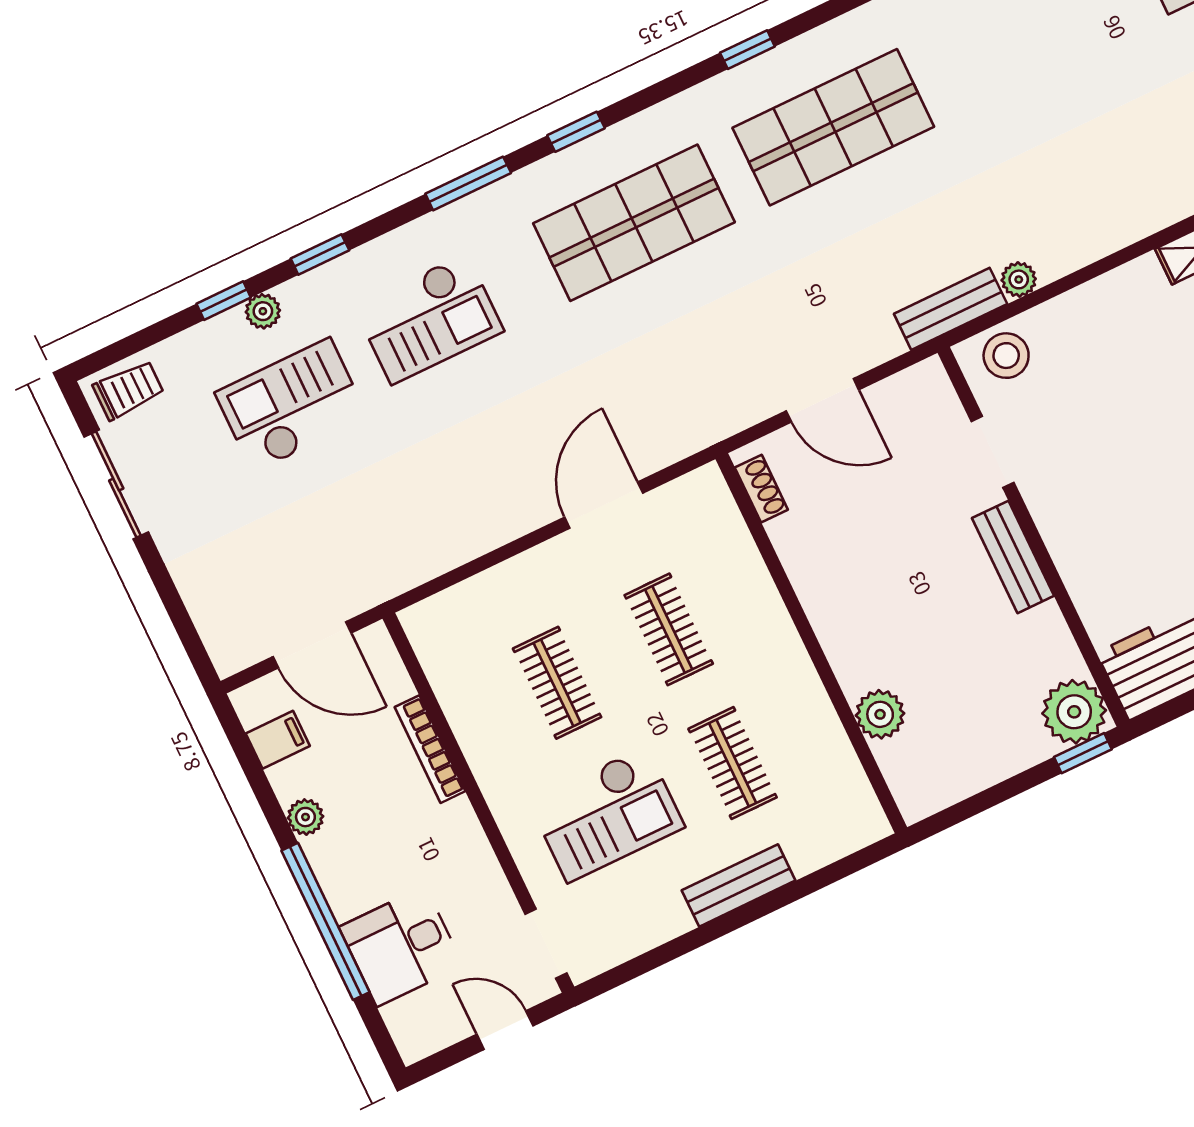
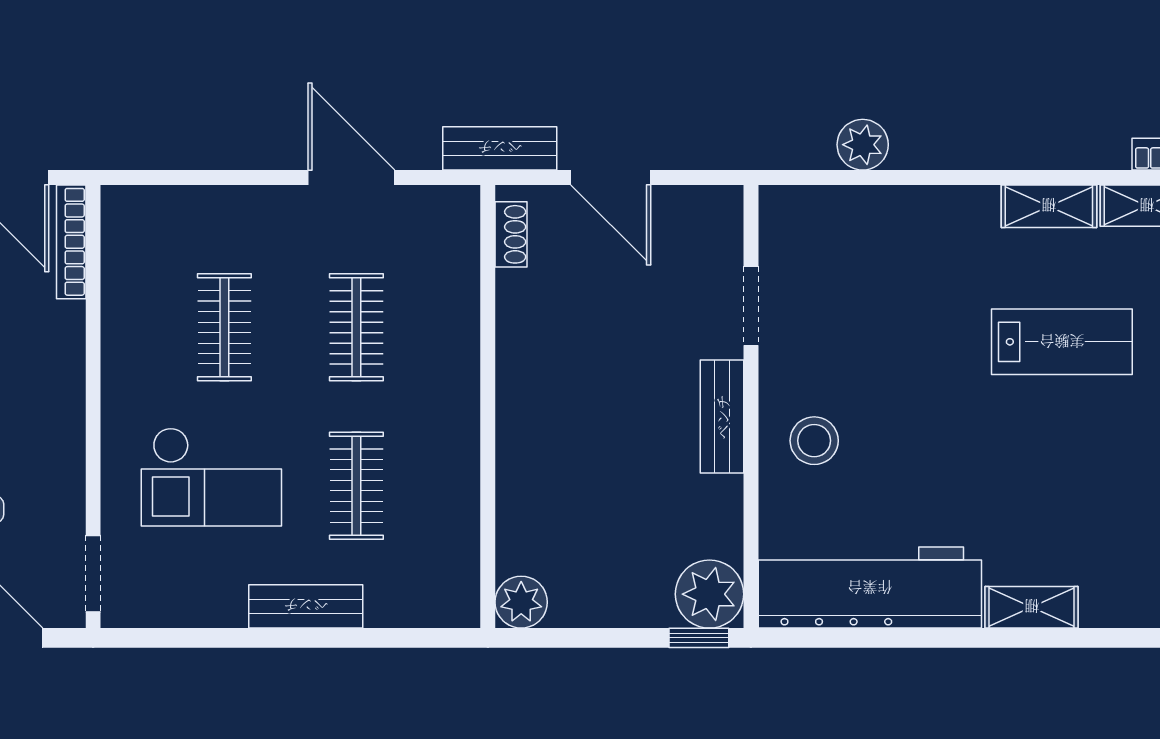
plant: (1019, 279) -> (863, 145), width x1.38, depth x1.38
bench: (951, 309) -> (500, 148), moved
stool: (1006, 356) -> (814, 441), moved
door: (604, 505) -> (351, 177), hinge flipped
plant: (880, 714) -> (521, 602), moved
bookcase: (430, 749) -> (71, 242), moved

